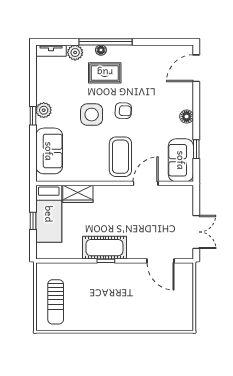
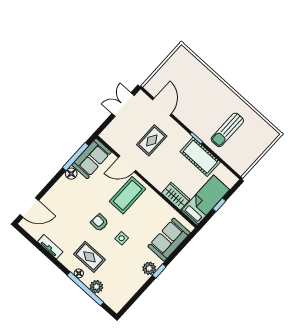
window: (105, 42) -> (85, 289), moved
tv unit: (51, 51) -> (50, 247), moved
side table: (92, 115) -> (122, 238), width x0.54, depth x0.54
floor lamp: (187, 117) -> (71, 174), moved
window: (196, 149) -> (76, 157), width x2.17
rug: (143, 223) -> (152, 140), added
cot: (104, 248) -> (200, 157), moved
sun lounger: (56, 302) -> (227, 130), moved, turned 180

